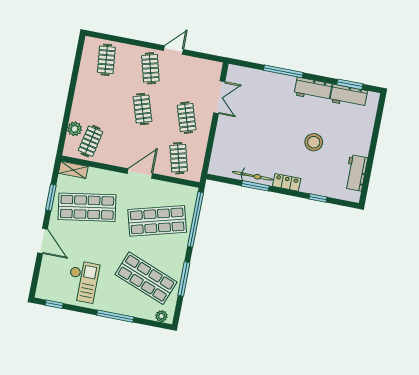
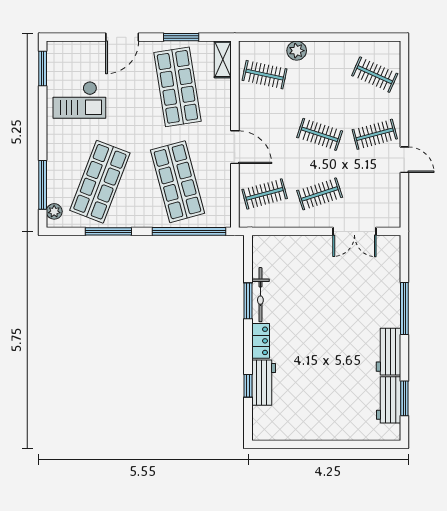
clothes rail: (106, 60) -> (375, 75), turned 30
clothes rail: (143, 109) -> (320, 134), turned 36
plant: (75, 129) -> (297, 51), moved
stool: (314, 142) -> (320, 366), removed
workbench: (356, 173) -> (264, 383), moved, turned 90
window: (54, 304) -> (43, 69), width x1.50
window: (115, 316) -> (43, 185), moved

